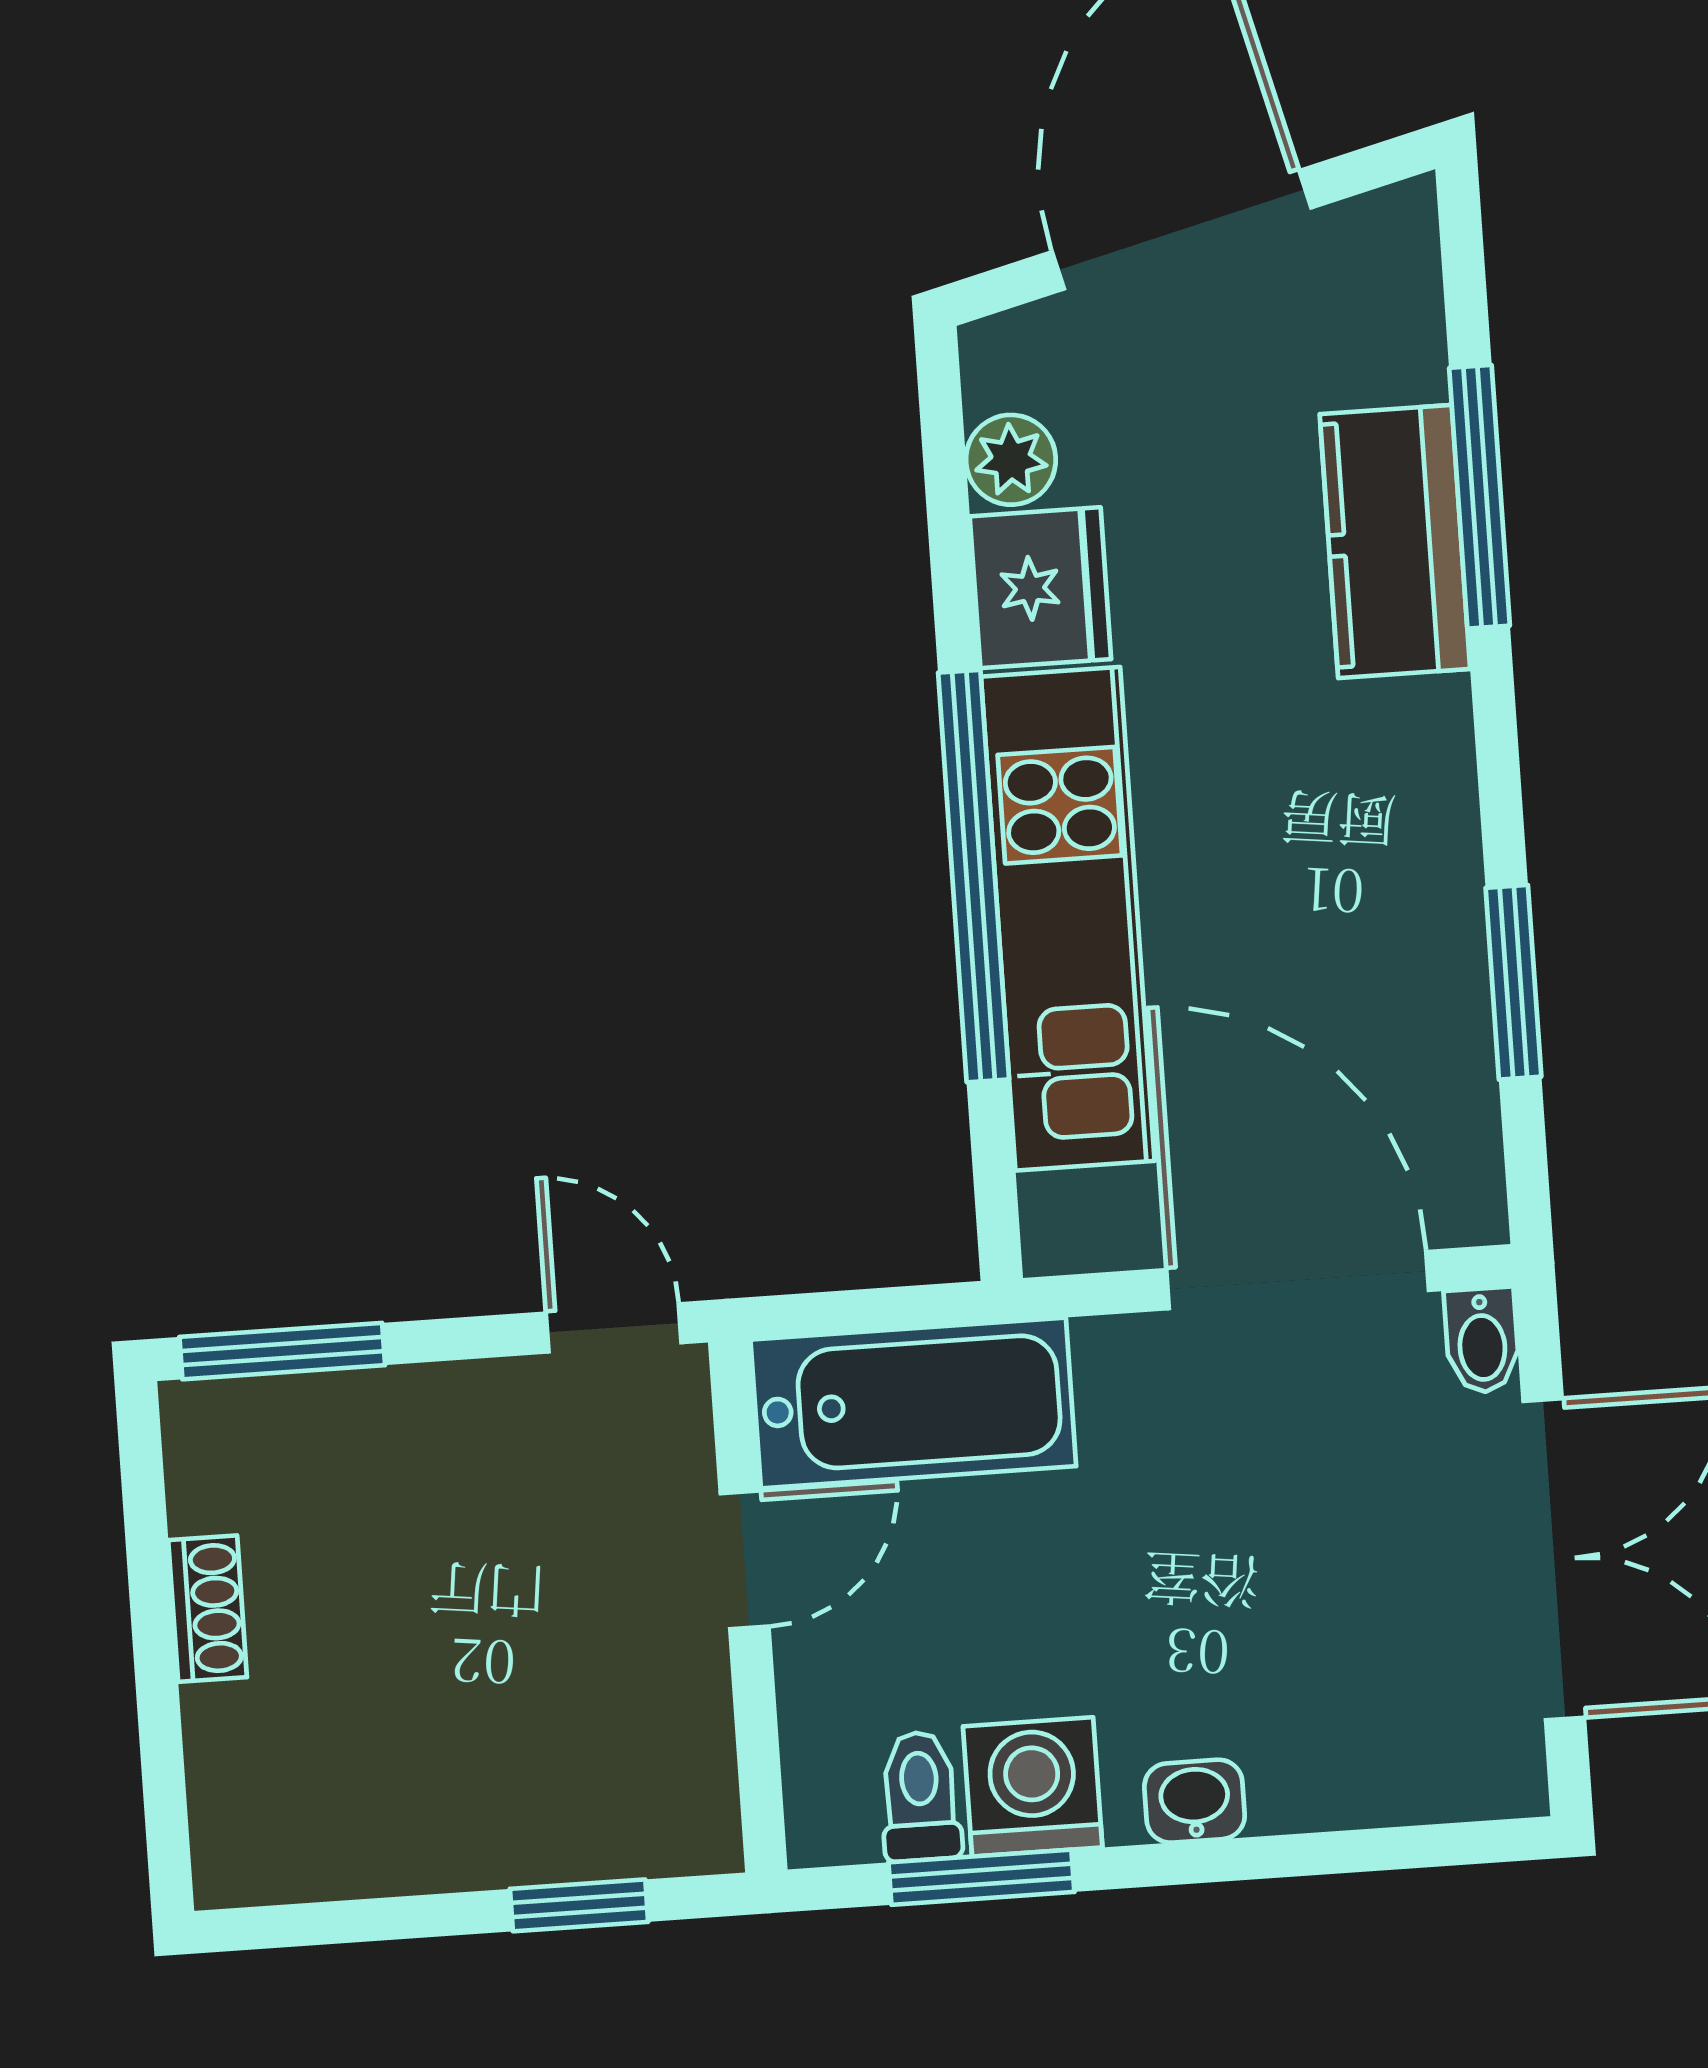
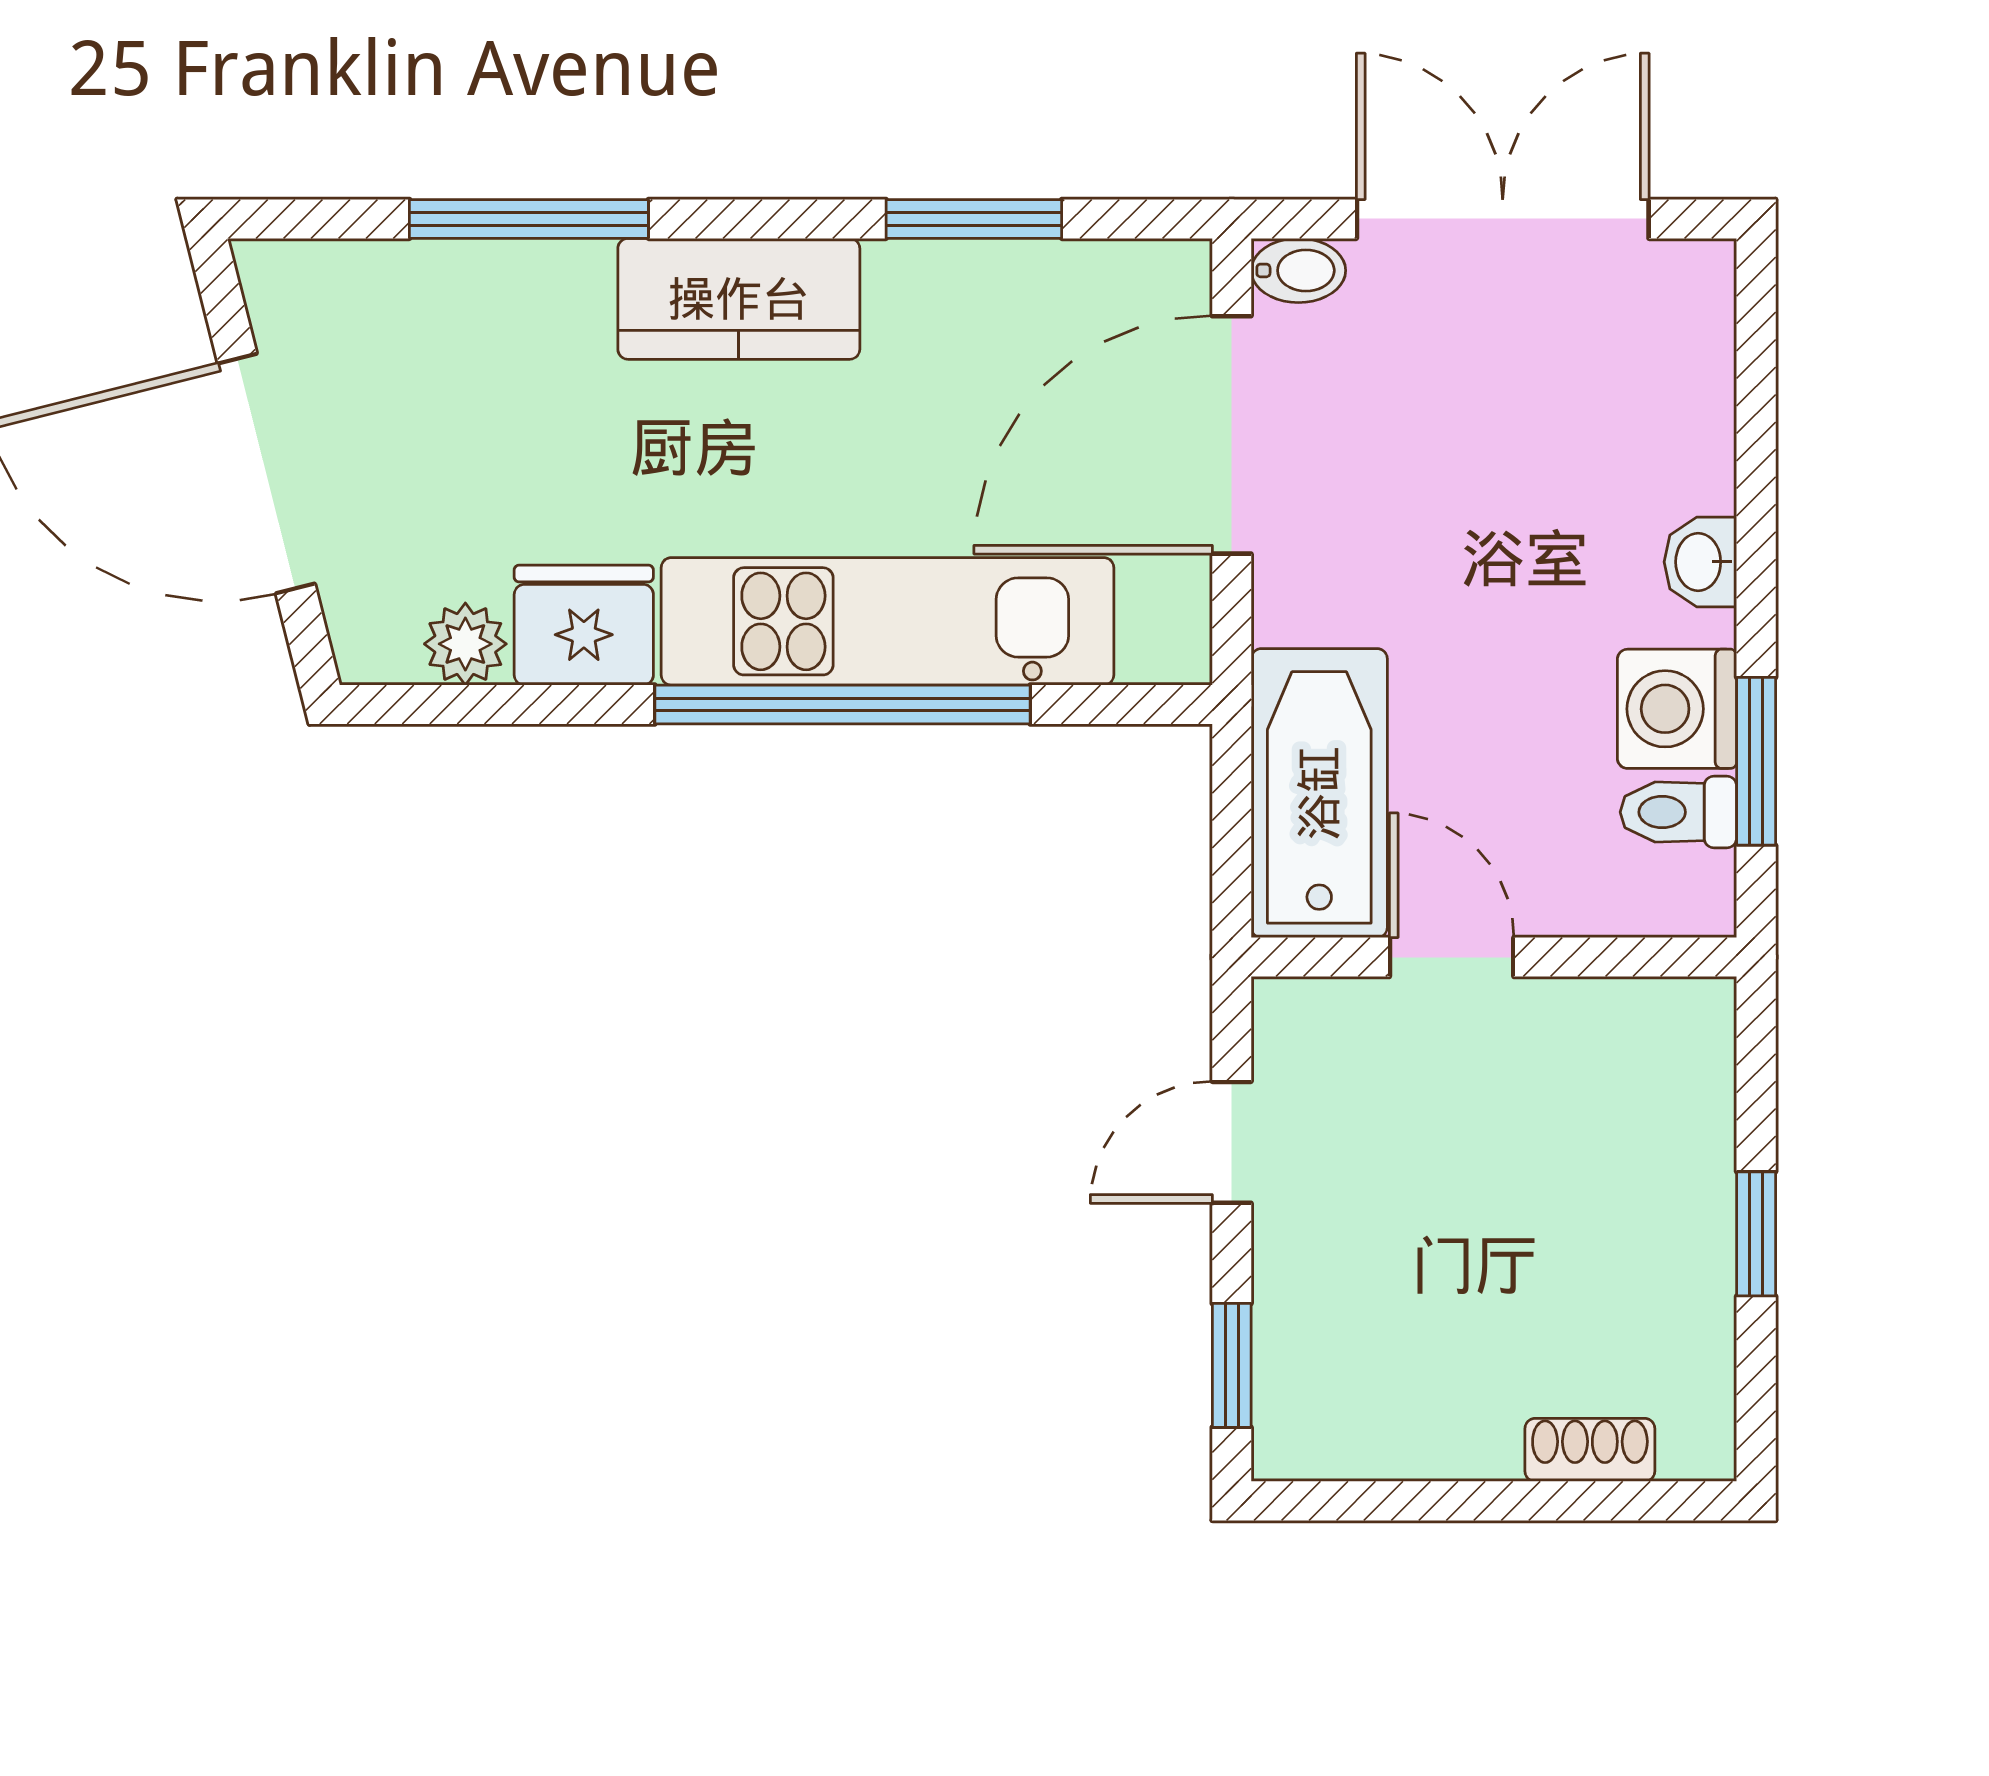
kitchen counter: (1395, 542) -> (739, 299), moved
door: (614, 1328) -> (1232, 1142), moved
window: (282, 1351) -> (1232, 1365), width x0.67
shoe rack: (208, 1609) -> (1590, 1450), moved
window: (579, 1905) -> (1756, 1234), moved

